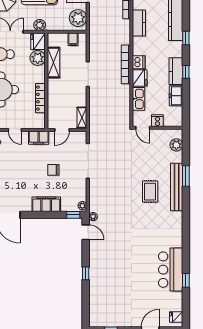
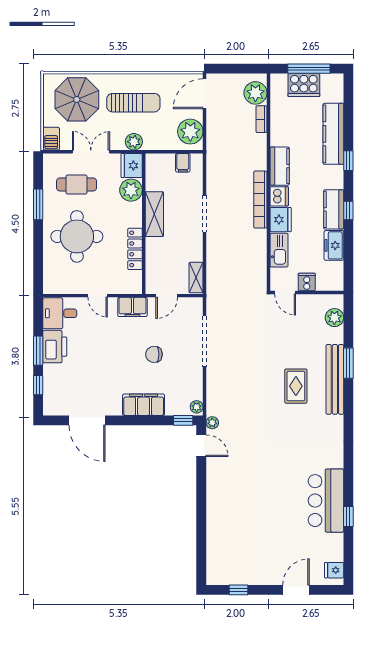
kitchen counter: (139, 23) -> (280, 166), moved
shelving: (54, 62) -> (154, 214), moved
window: (86, 273) -> (201, 506), removed

